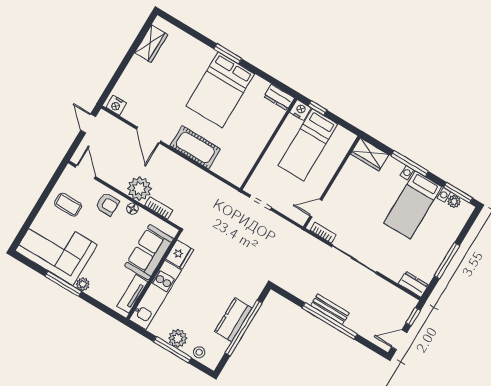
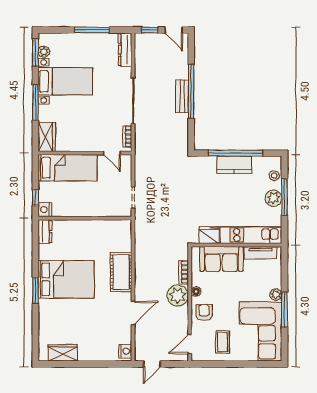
bed: (308, 145) -> (68, 168), moved
dresser: (413, 284) -> (125, 50), width x1.44

